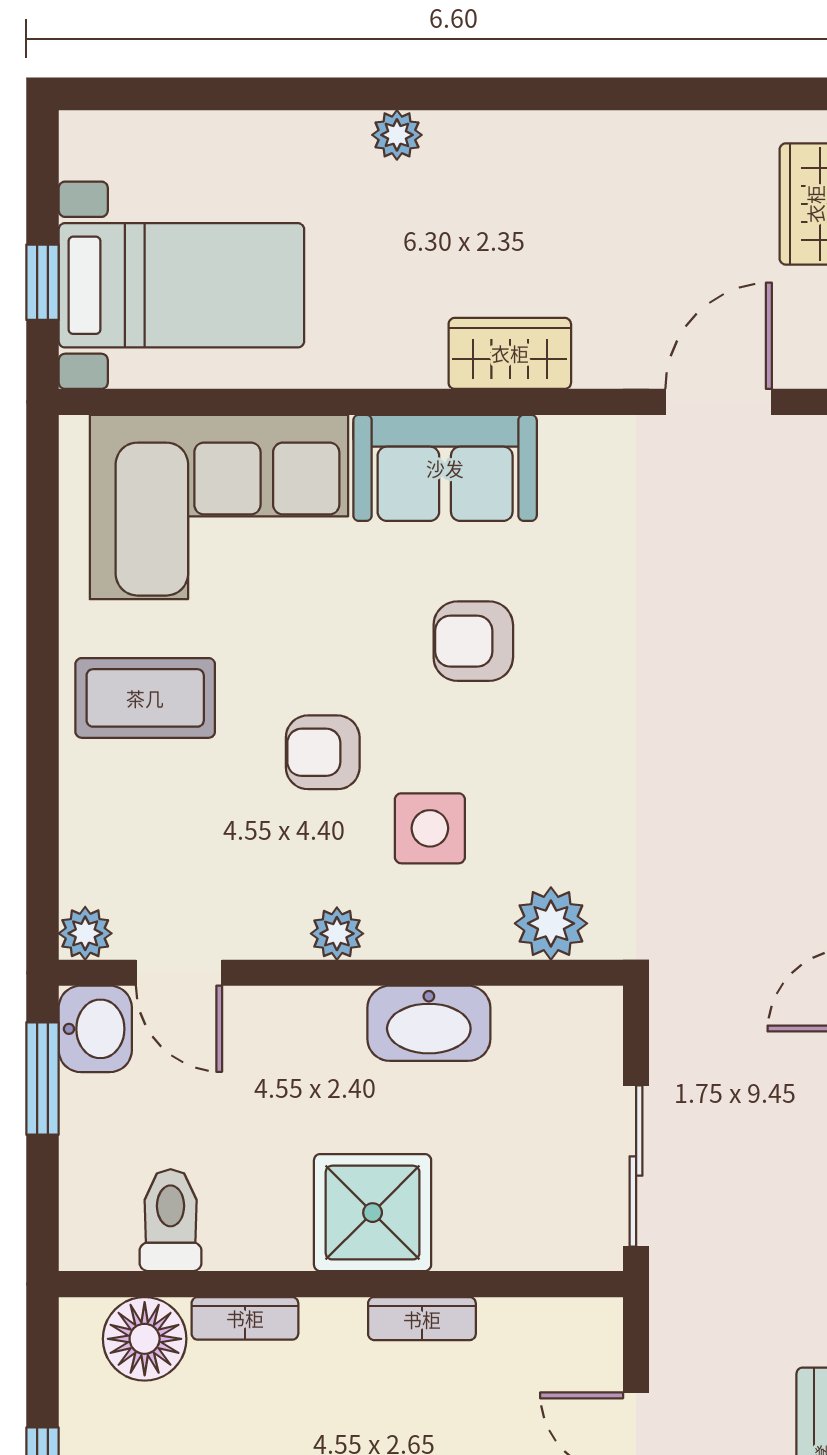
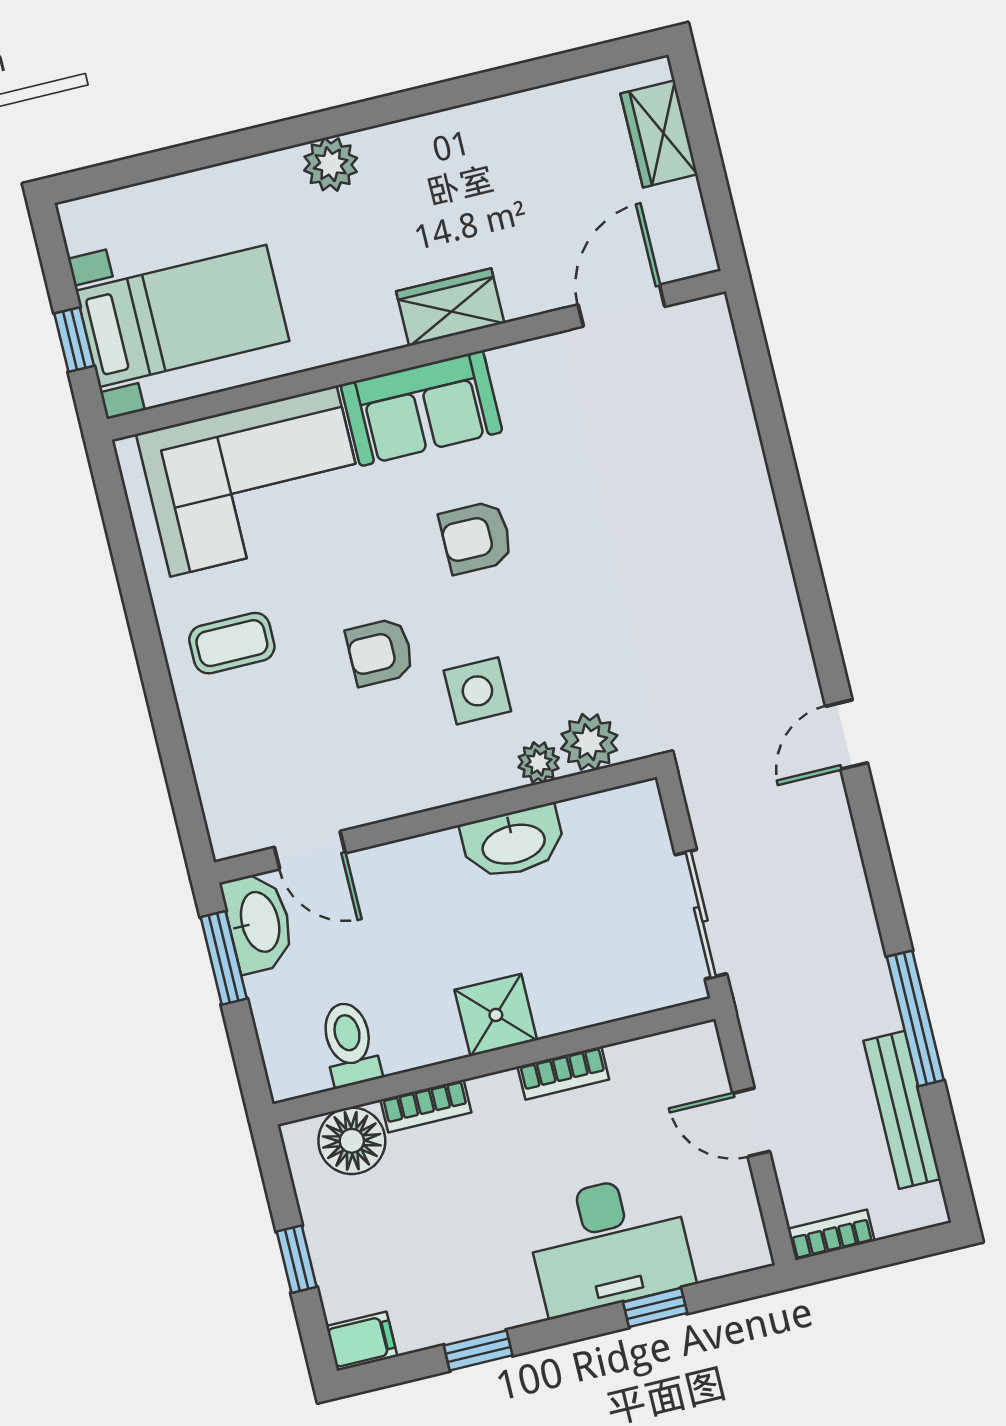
plant: (397, 135) -> (331, 164), width x1.38, depth x1.38
coffee table: (145, 698) -> (232, 643), width x0.73, depth x0.77
plant: (85, 933) -> (230, 837), removed
plant: (337, 934) -> (539, 763), moved
washbasin: (95, 1029) -> (258, 922), width x1.38
shower: (373, 1213) -> (496, 1015), width x0.73, depth x0.73

